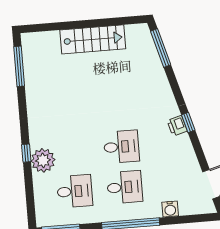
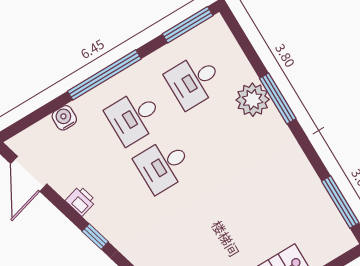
printer: (177, 126) -> (81, 201), moved
window: (26, 153) -> (278, 98), width x2.17

